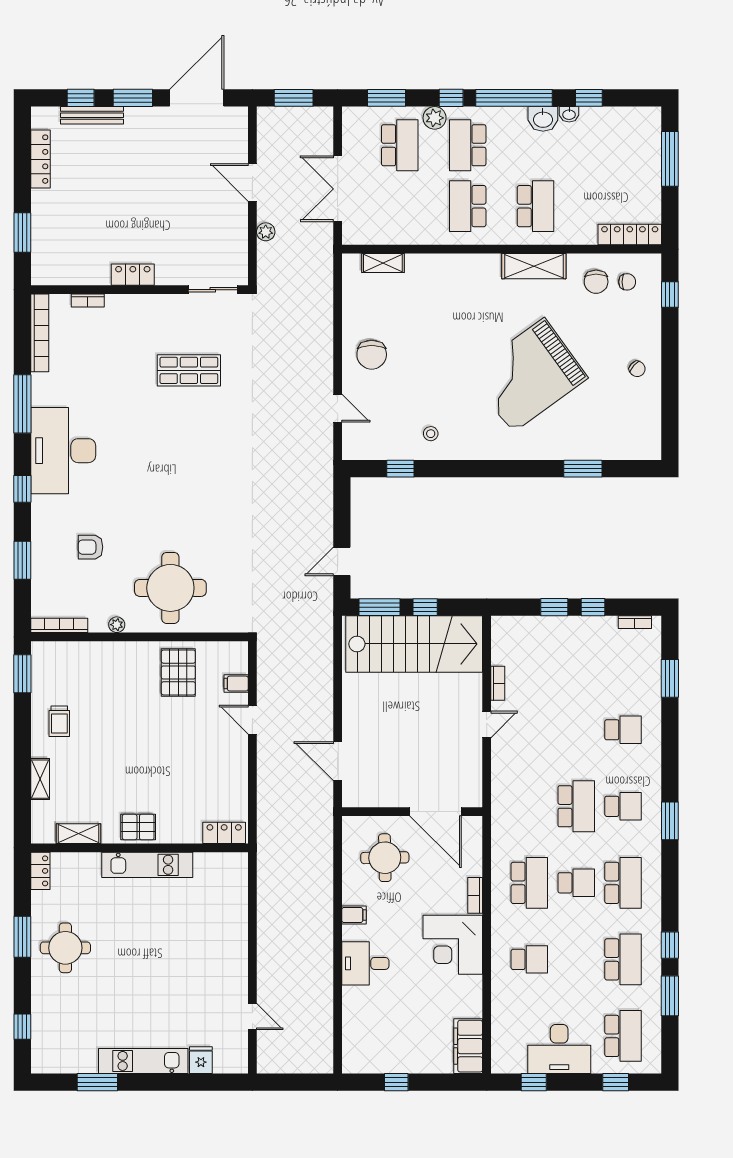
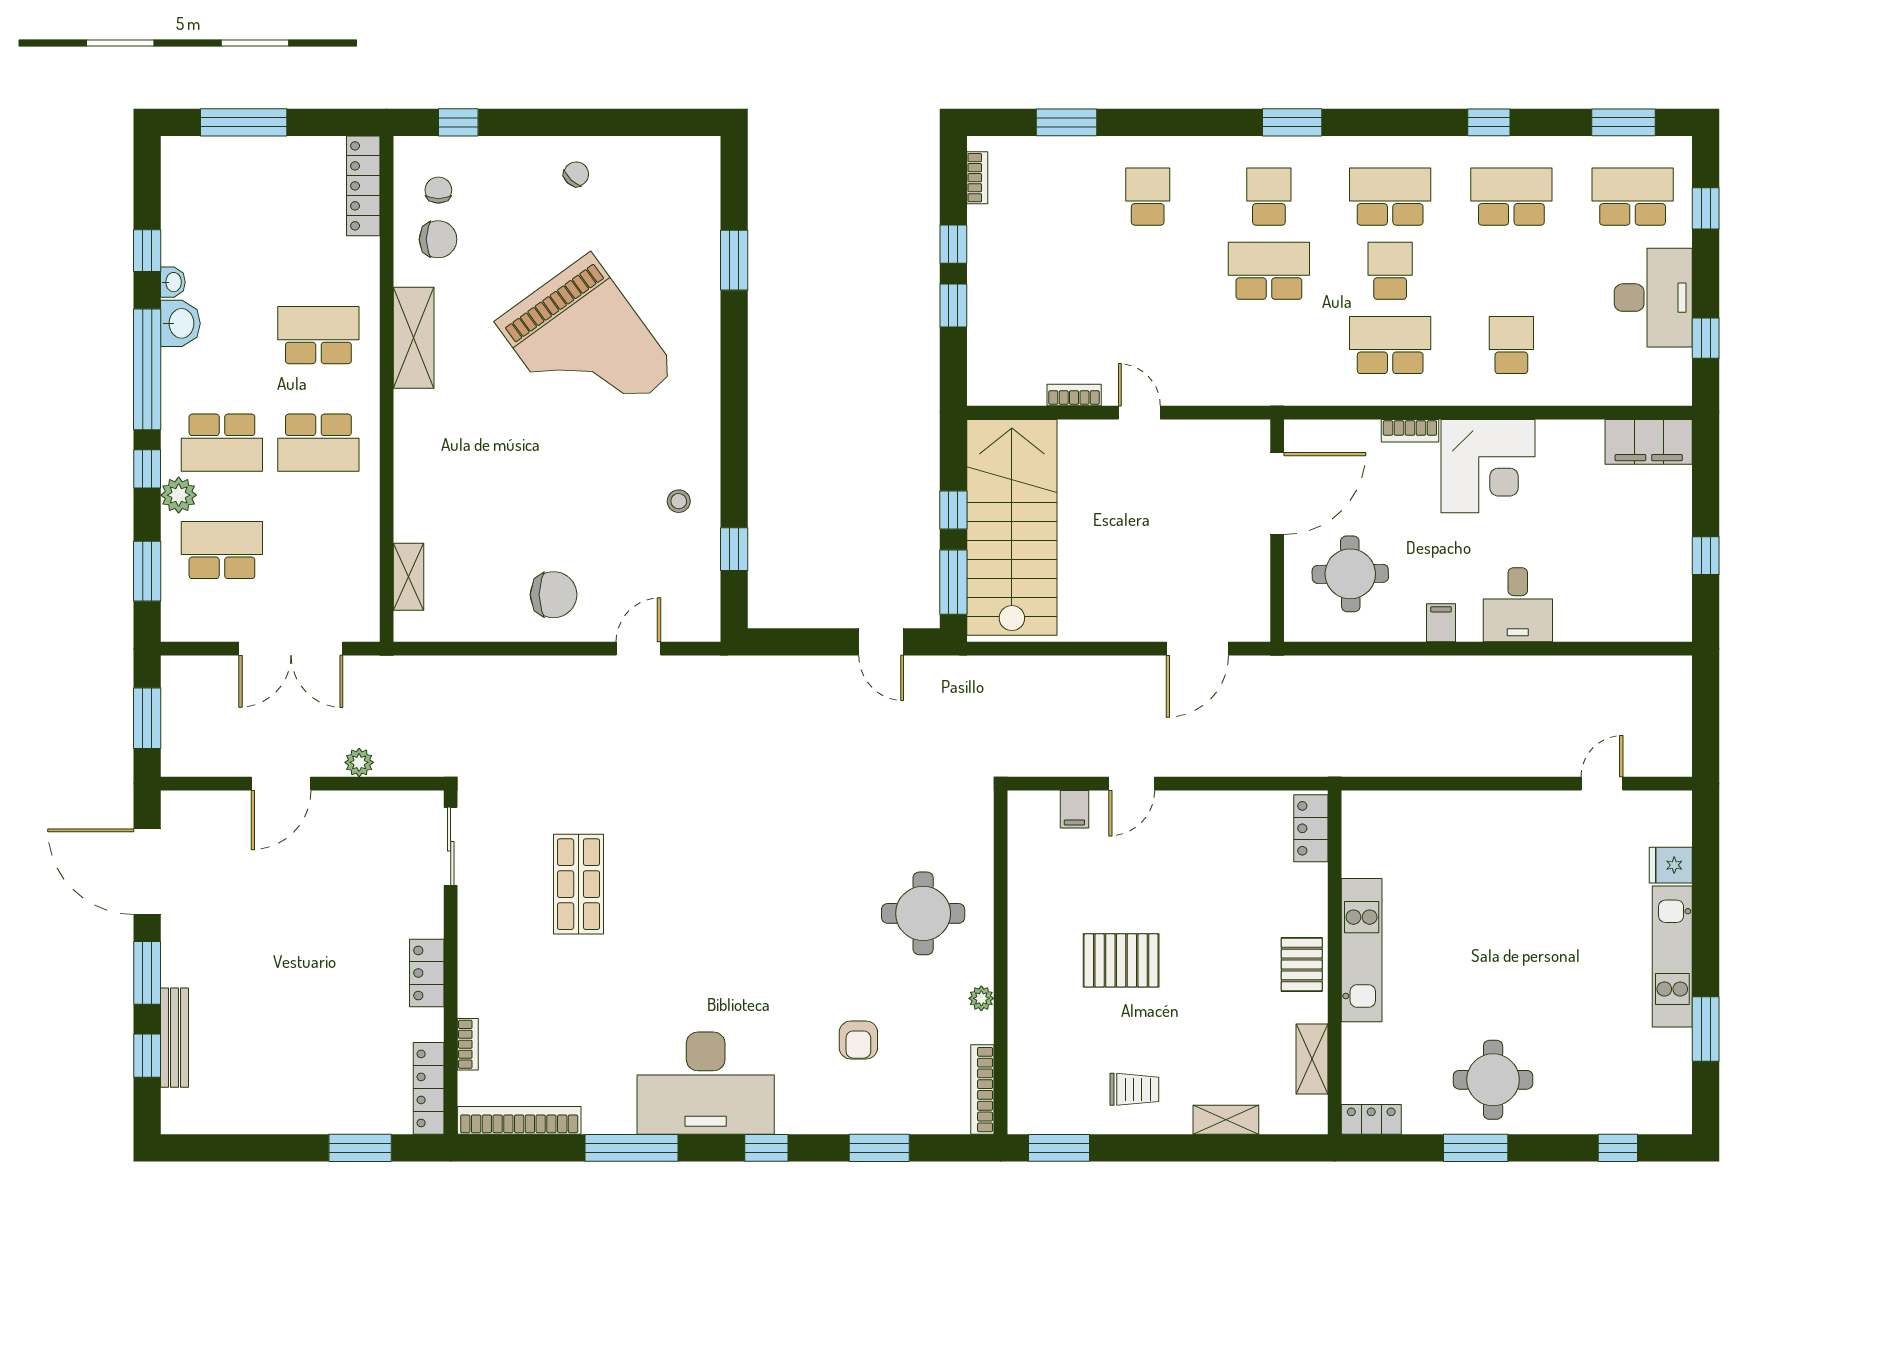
locker: (40, 159) -> (429, 1088), moved, turned -90
round table: (170, 588) -> (923, 913), width x0.73, depth x0.73
pallet: (178, 672) -> (1121, 960), moved
window: (670, 996) -> (1623, 122), moved

